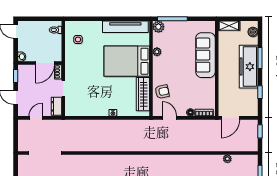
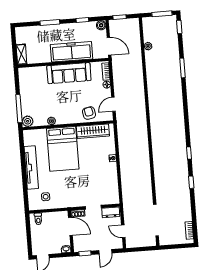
tv unit: (125, 27) -> (31, 167), moved
boiler: (253, 32) -> (101, 25), moved
sofa: (205, 55) -> (69, 73), moved
freezer: (249, 67) -> (71, 52), moved, turned 180

